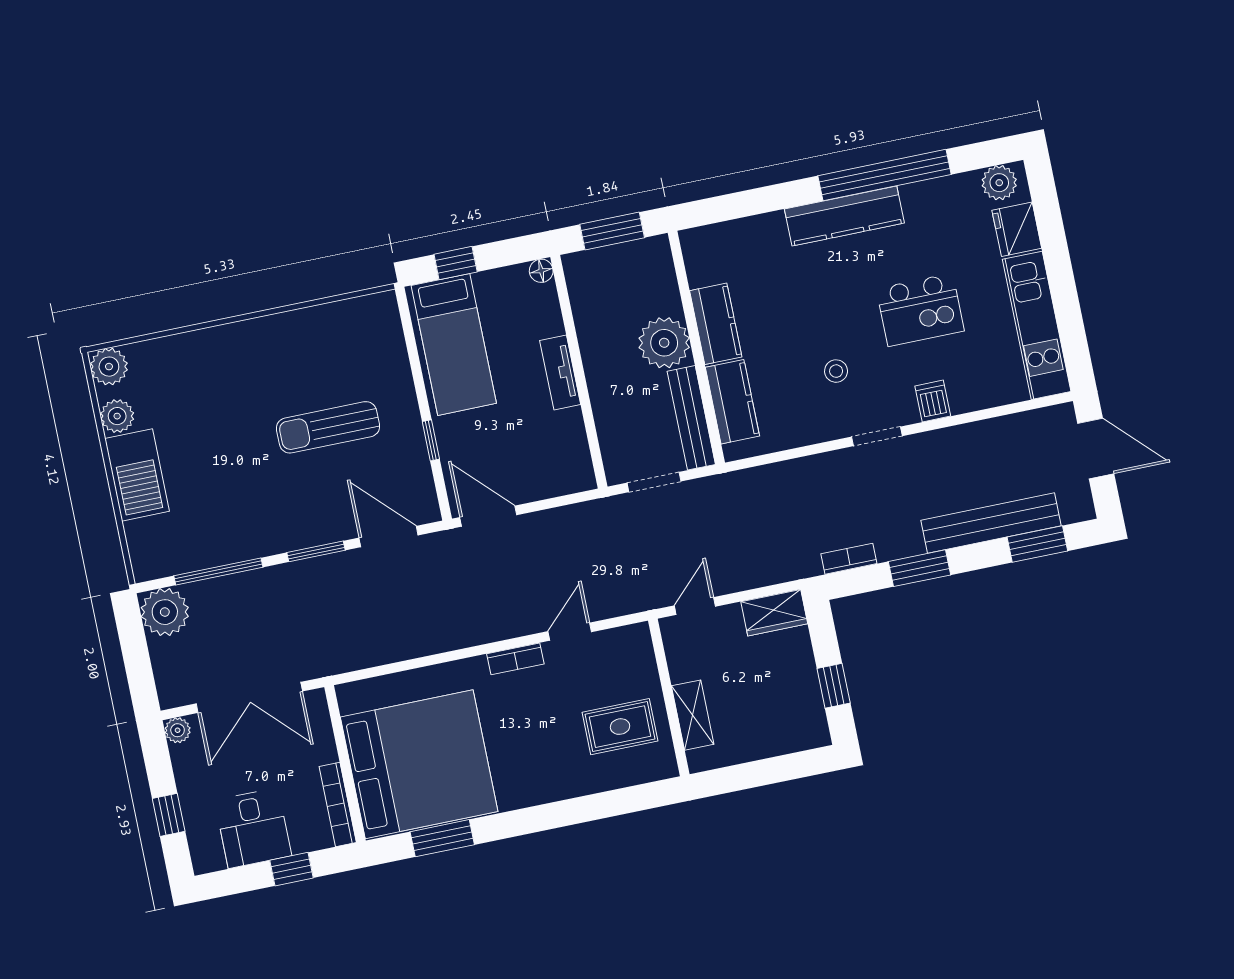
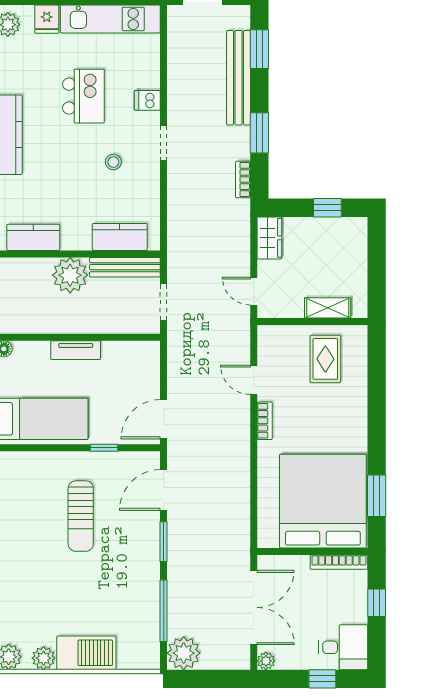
fridge: (1017, 229) -> (47, 19), width x0.72
kitchen counter: (716, 324) -> (33, 237), moved
desk: (253, 828) -> (343, 647), moved

